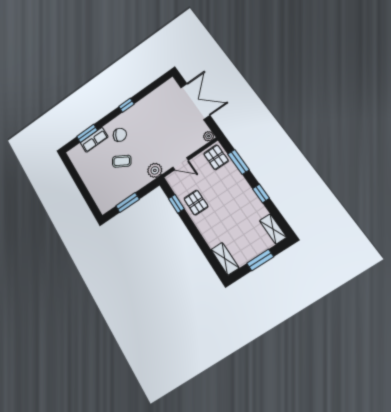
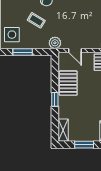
side table: (106, 192) -> (12, 35), added
pallet: (196, 203) -> (68, 83), width x1.50, depth x1.42
window: (176, 204) -> (55, 99), moved

